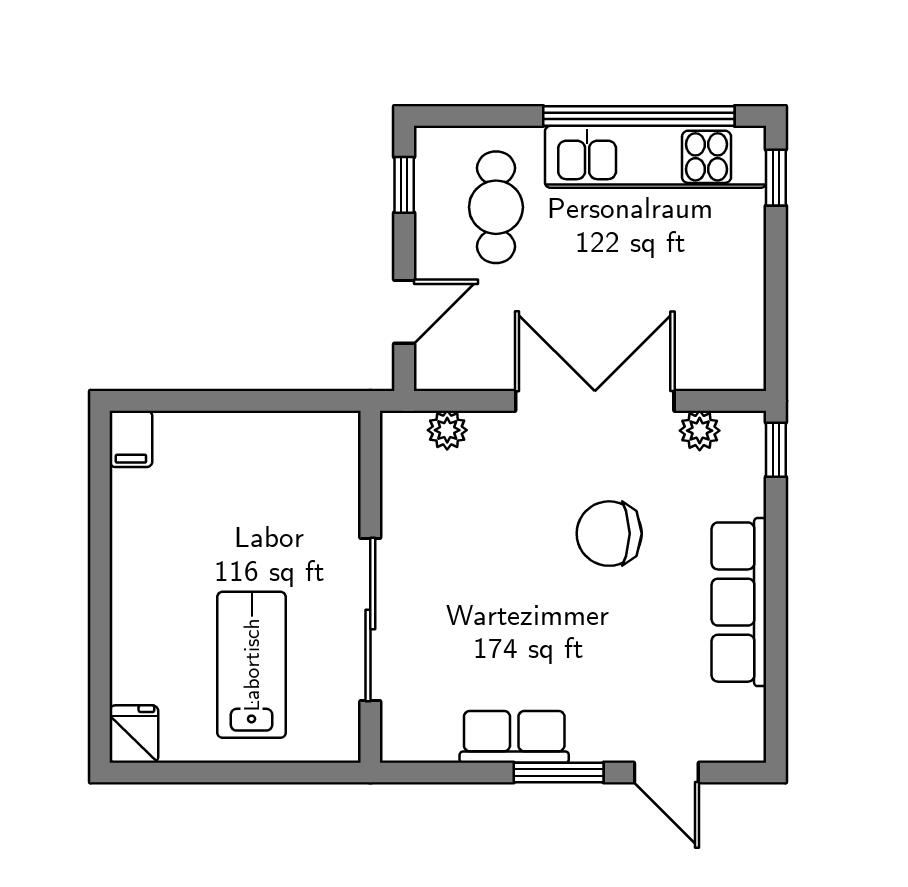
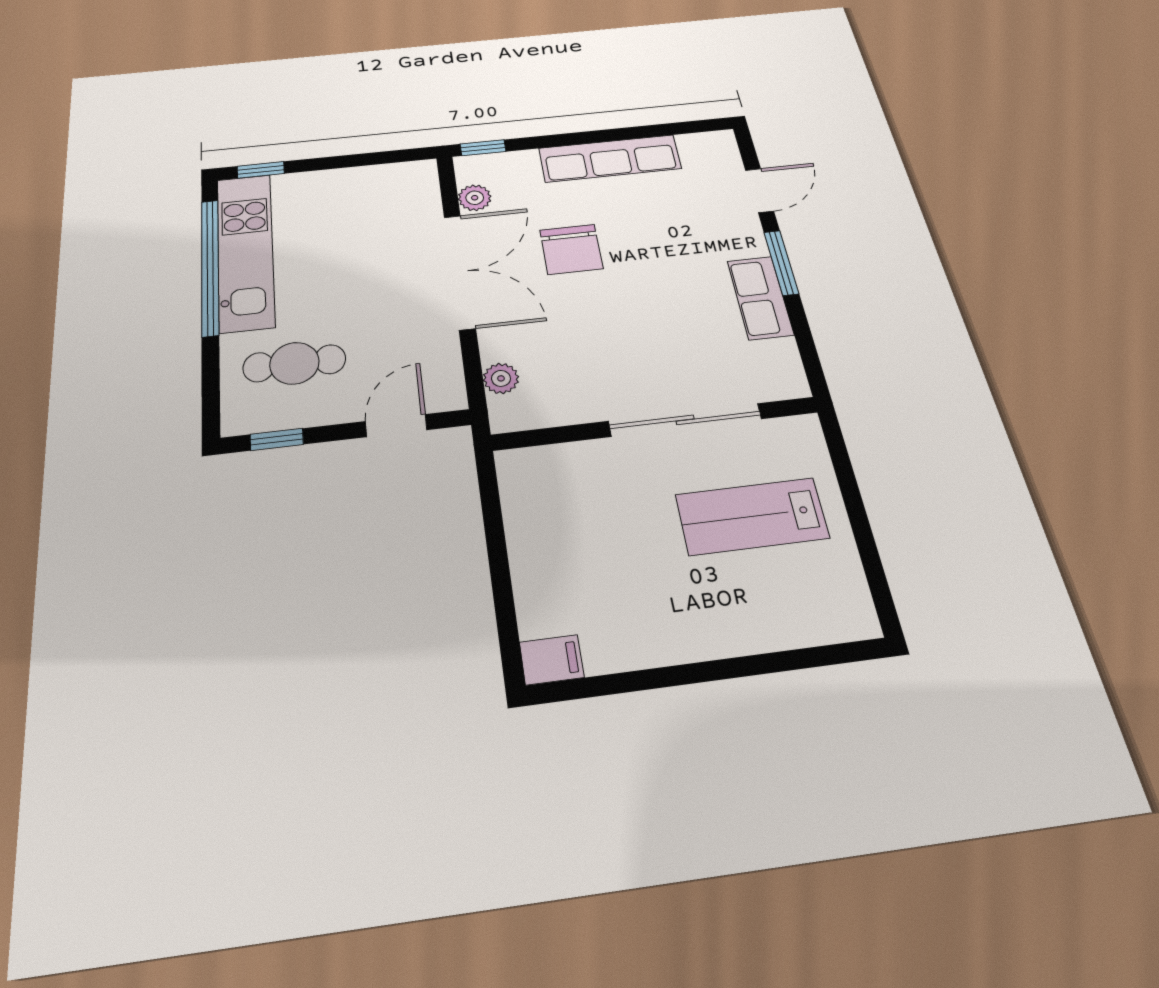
door: (404, 312) -> (396, 426), hinge flipped
double door: (595, 401) -> (460, 271), swing flipped
fridge: (134, 734) -> (849, 618), removed

